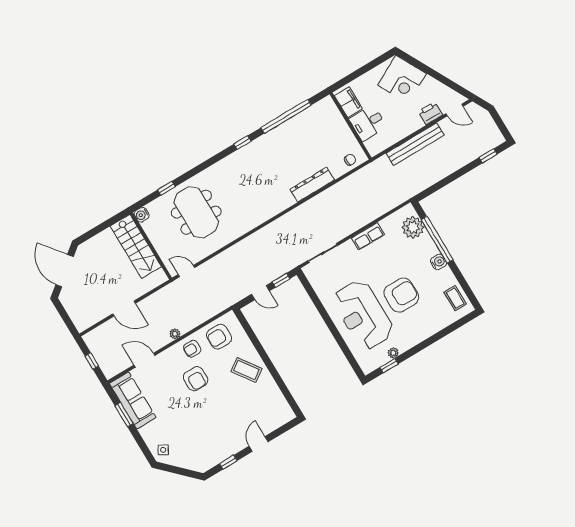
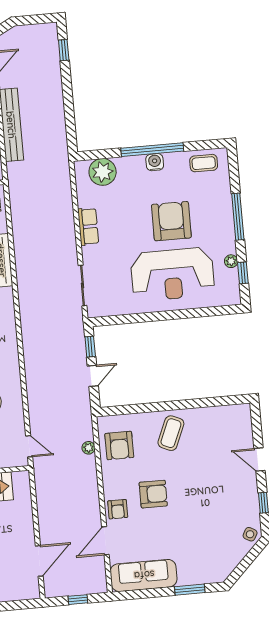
window: (437, 240) -> (152, 150), moved
door: (186, 271) -> (29, 446), swing flipped
door: (124, 309) -> (39, 561), moved
plant: (175, 334) -> (88, 448), moved
window: (428, 342) -> (238, 217), added
armchair: (192, 349) -> (118, 509), moved
coffee table: (246, 370) -> (171, 433), turned -32
window: (124, 415) -> (190, 590), moved
side table: (163, 450) -> (250, 534), moved

